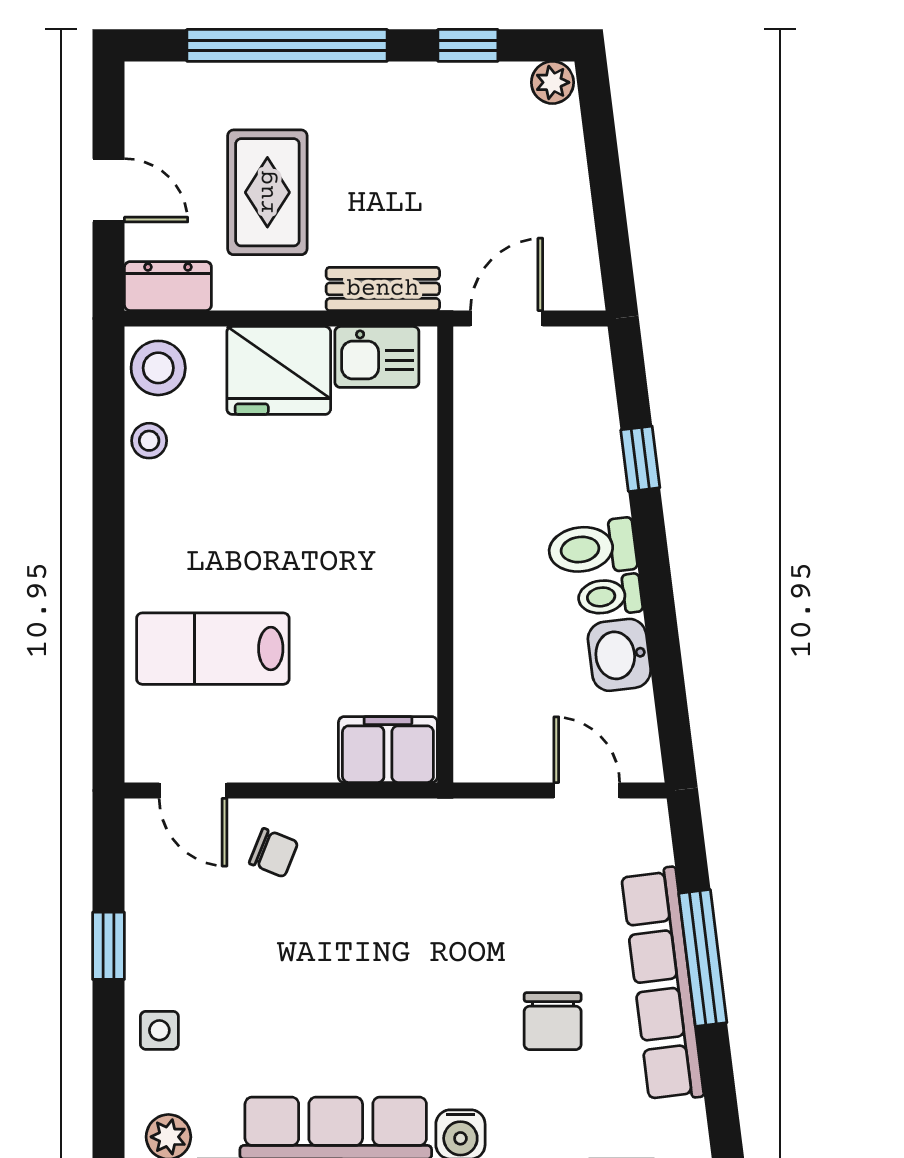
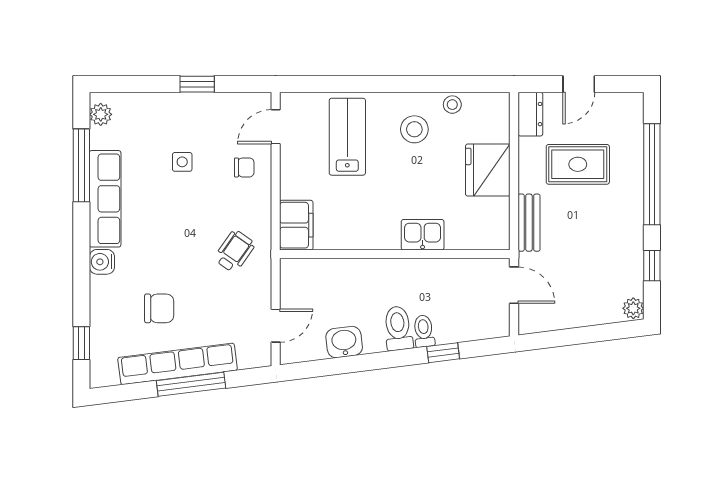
kitchen sink: (377, 357) -> (423, 235), moved, turned 90
stool: (158, 368) -> (414, 129), moved
toilet: (610, 596) -> (424, 331), moved
chair: (274, 853) -> (244, 167), turned -112
wheelchair: (440, 872) -> (234, 251), added
chair: (553, 1021) -> (159, 308), turned 180
side table: (159, 1030) -> (182, 162), moved

